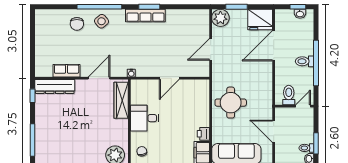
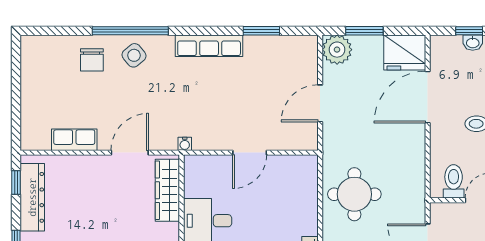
window: (149, 7) -> (261, 31), moved
dresser: (55, 87) -> (32, 197), moved, turned -90

